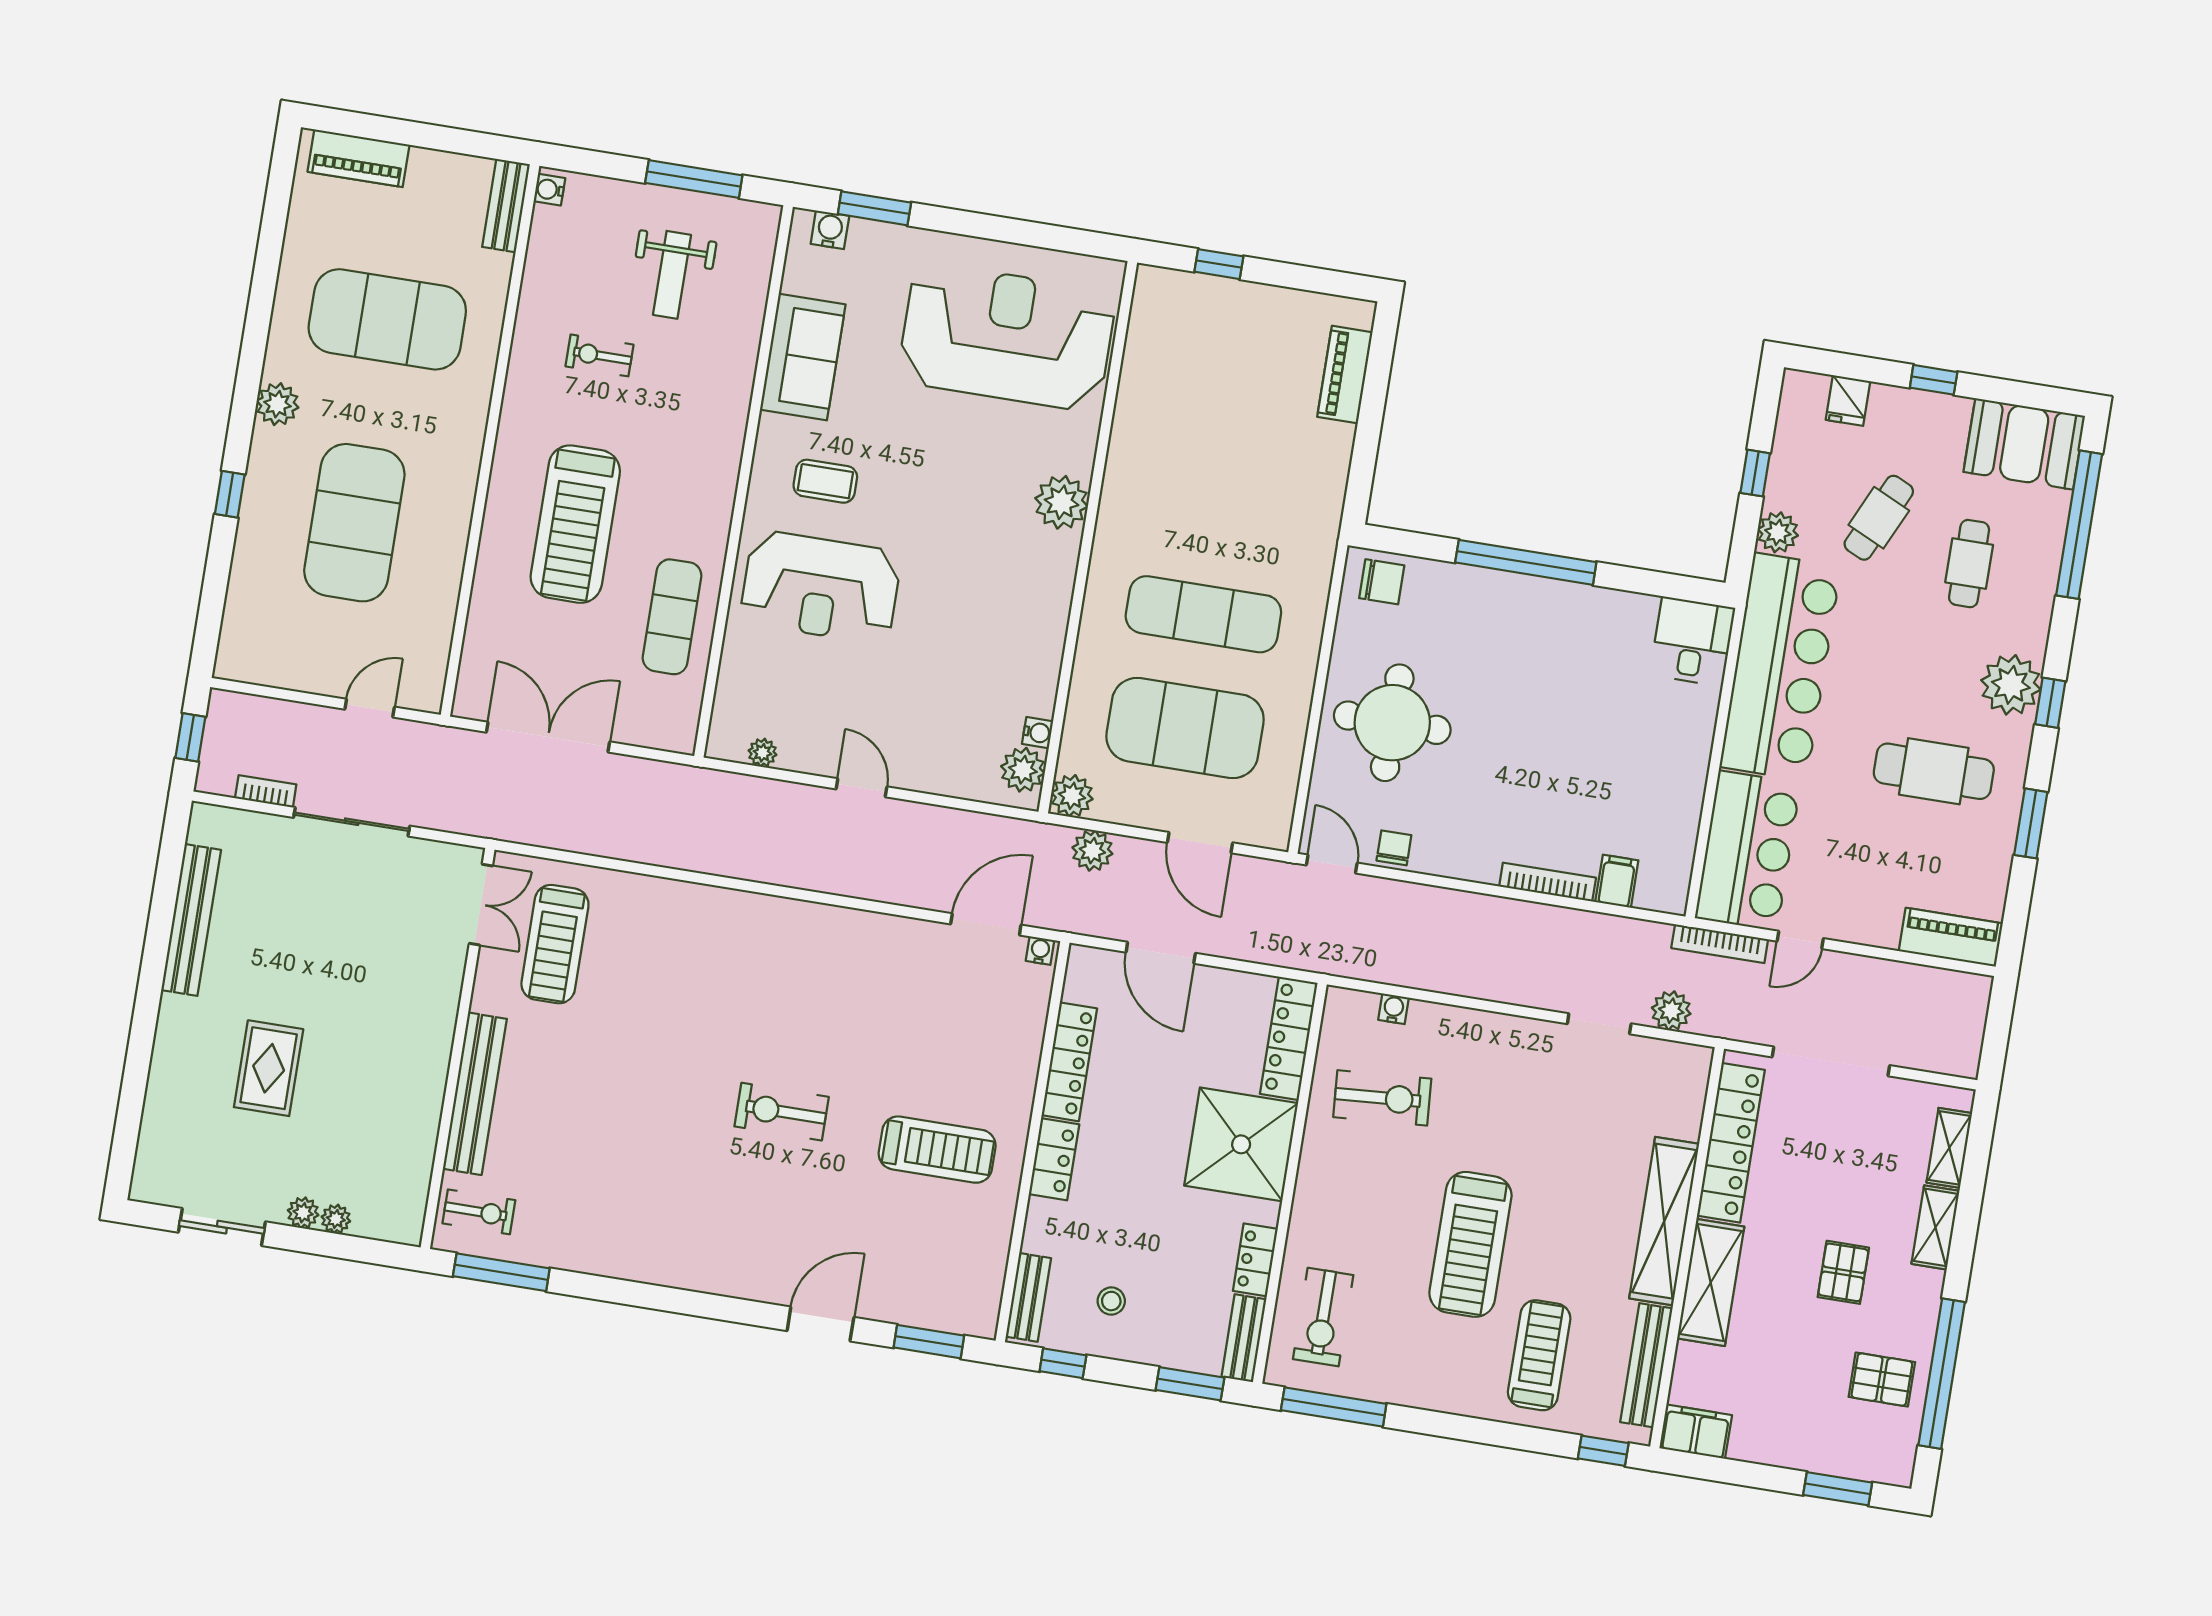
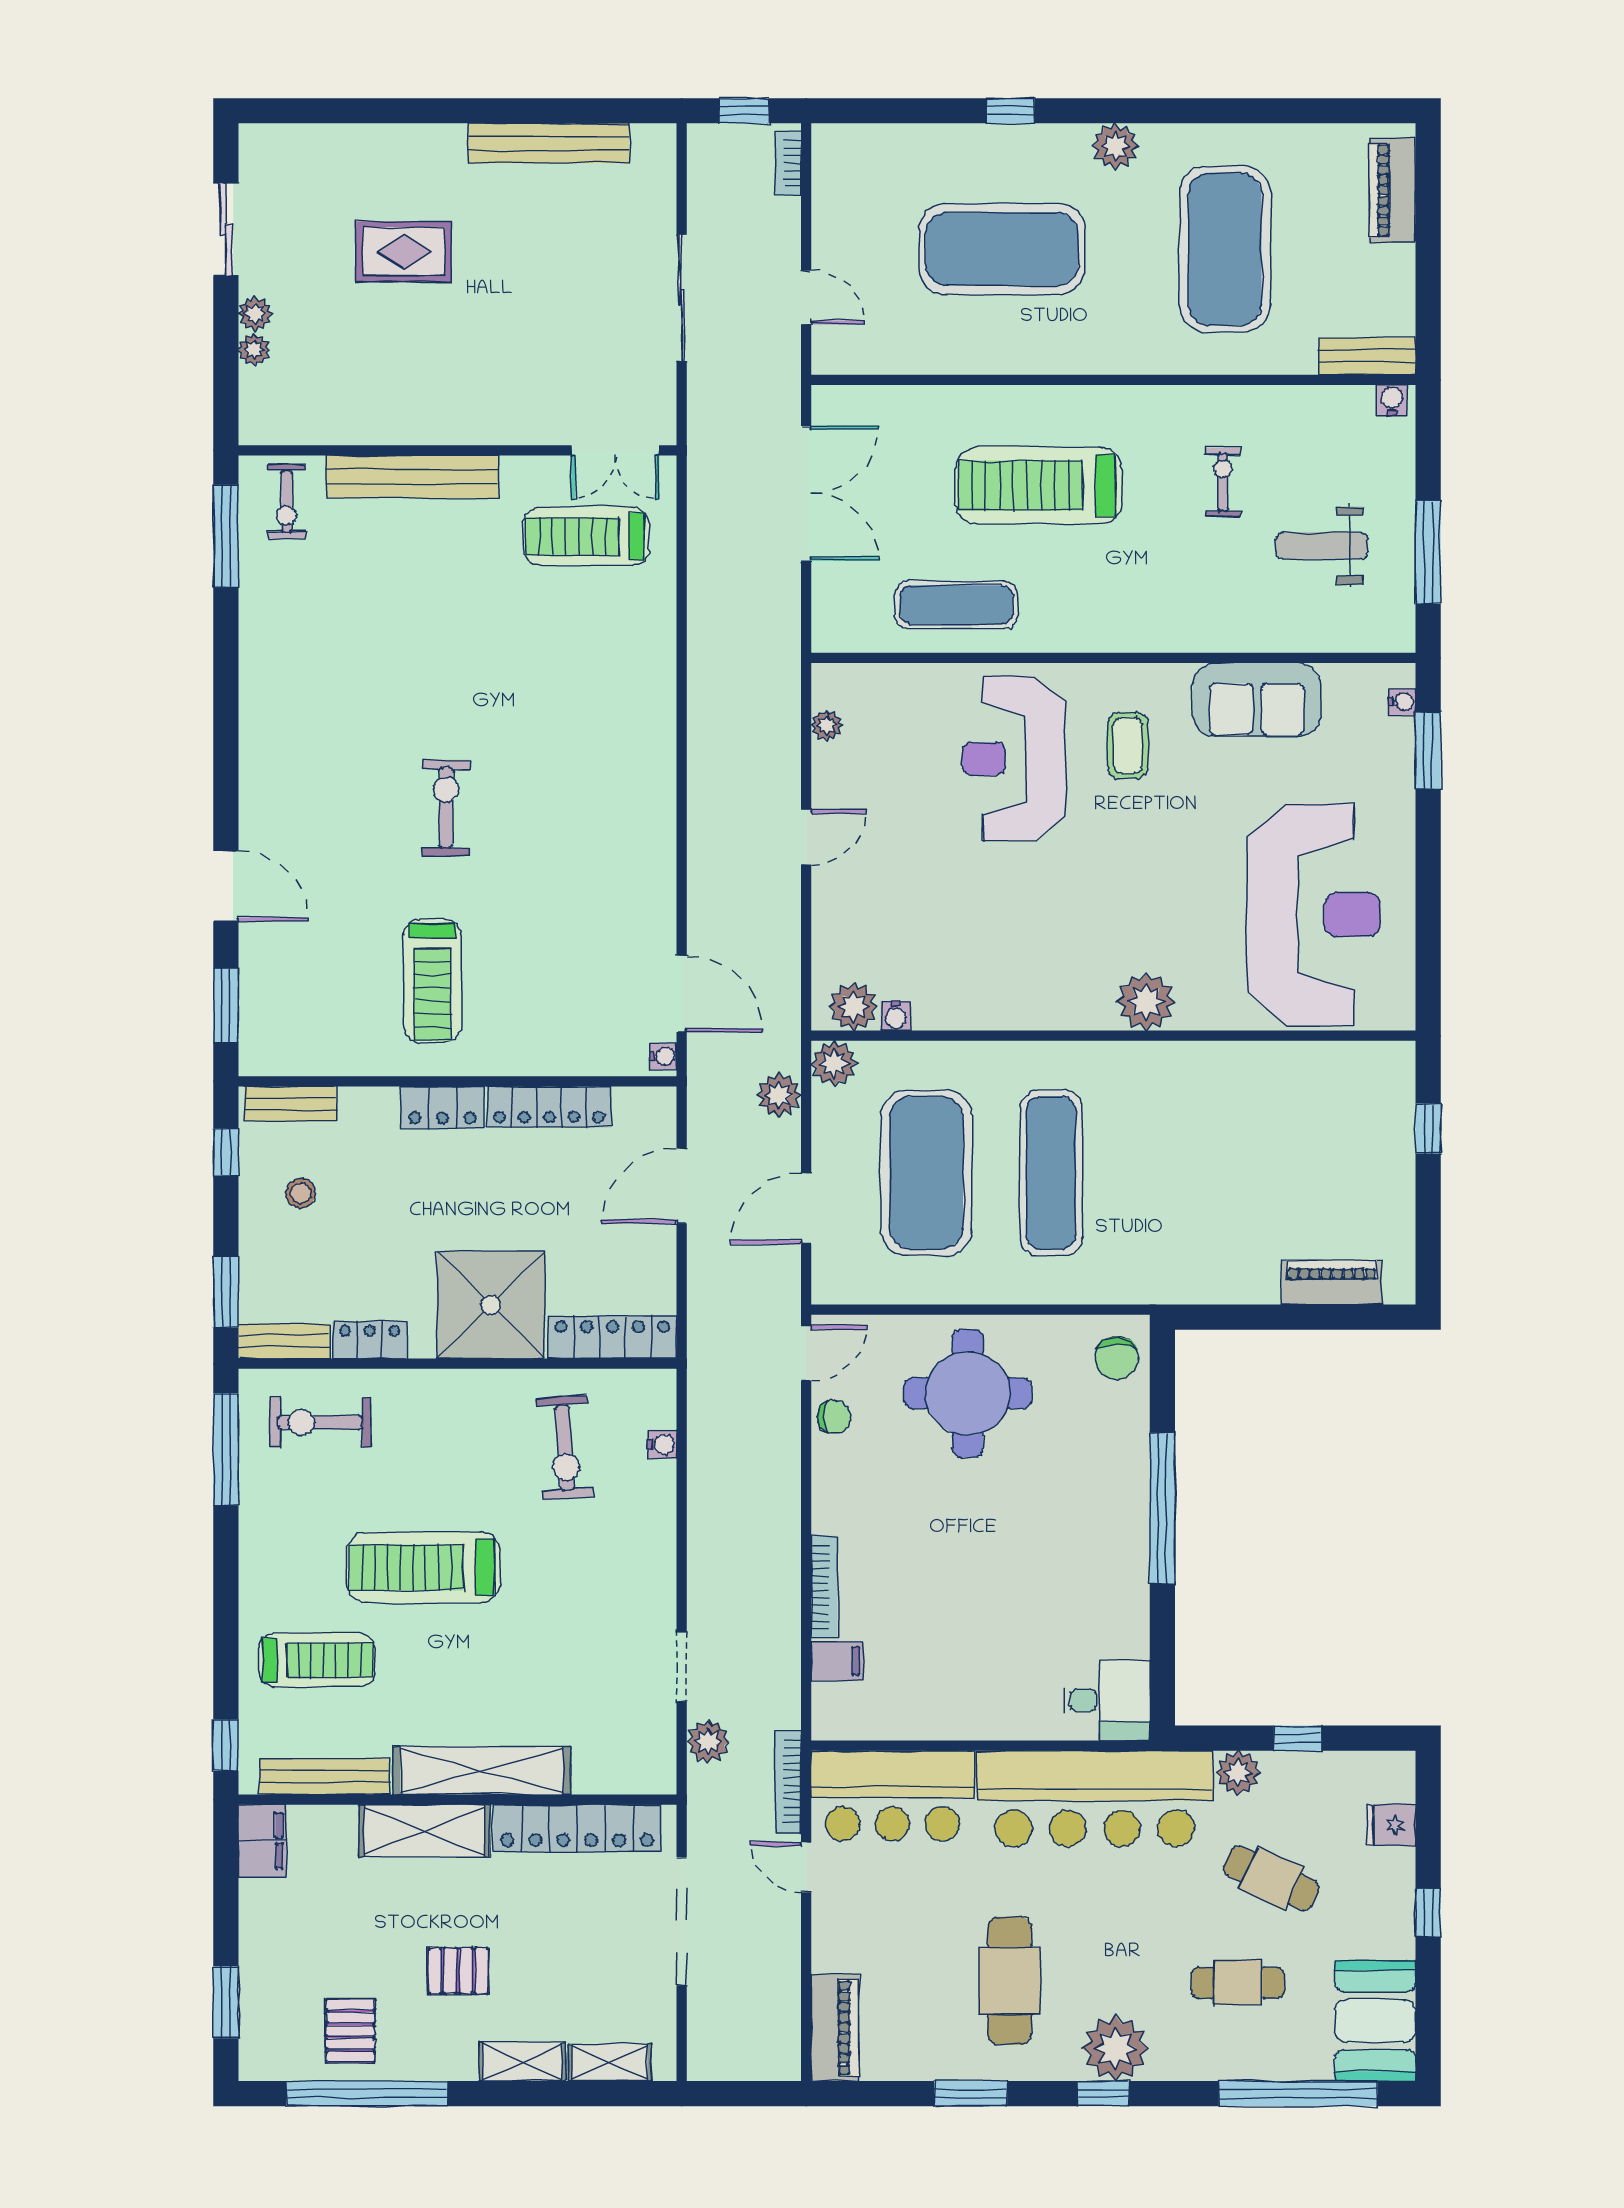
water cooler: (830, 230) -> (1402, 702), width x0.72, depth x0.72
bookcase: (266, 791) -> (789, 163), moved, turned 180

